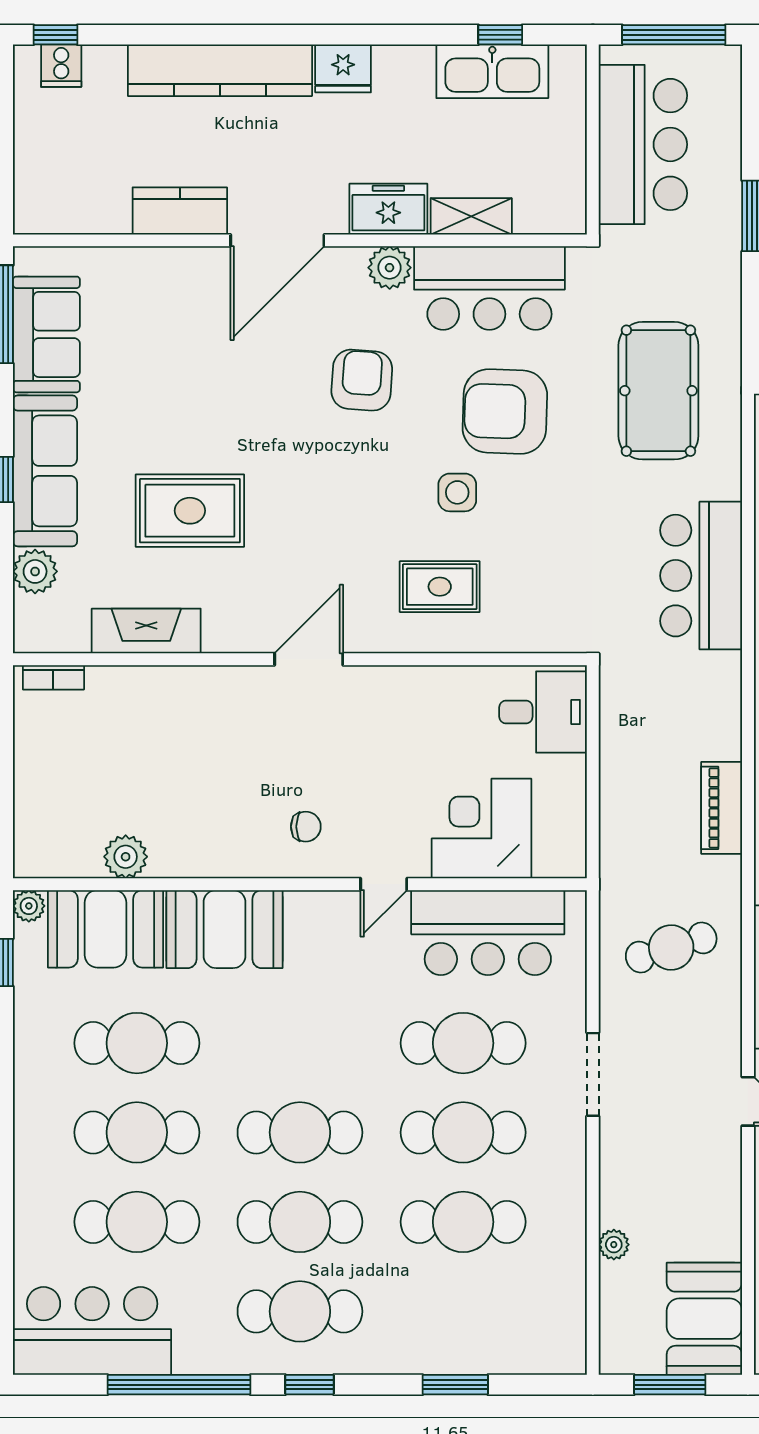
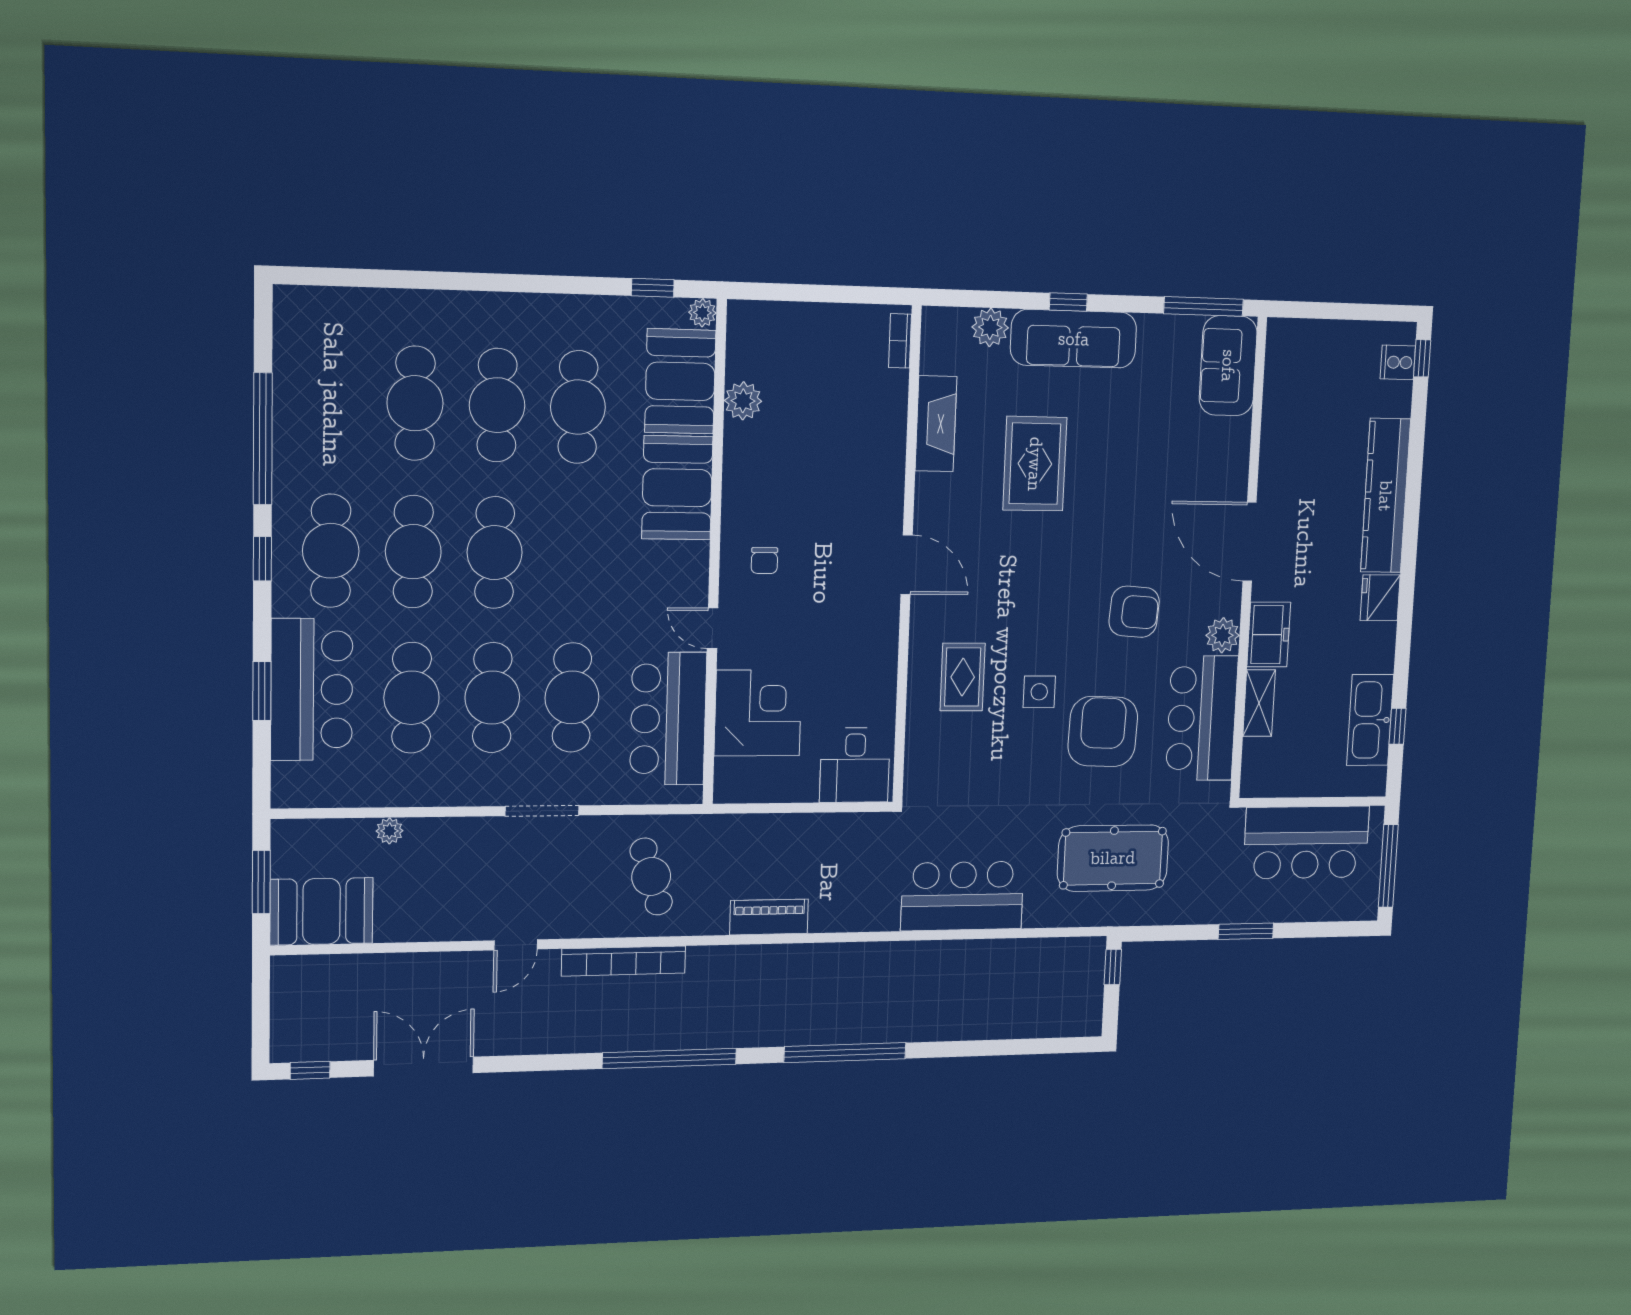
kitchen counter: (180, 211) -> (1278, 460), removed
sofa: (46, 334) -> (1228, 366), moved, turned 90
bar counter: (92, 1331) -> (312, 690), moved

